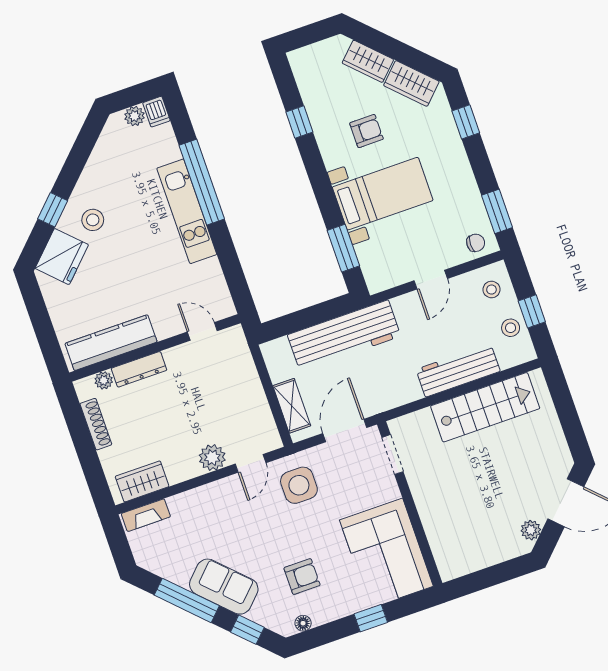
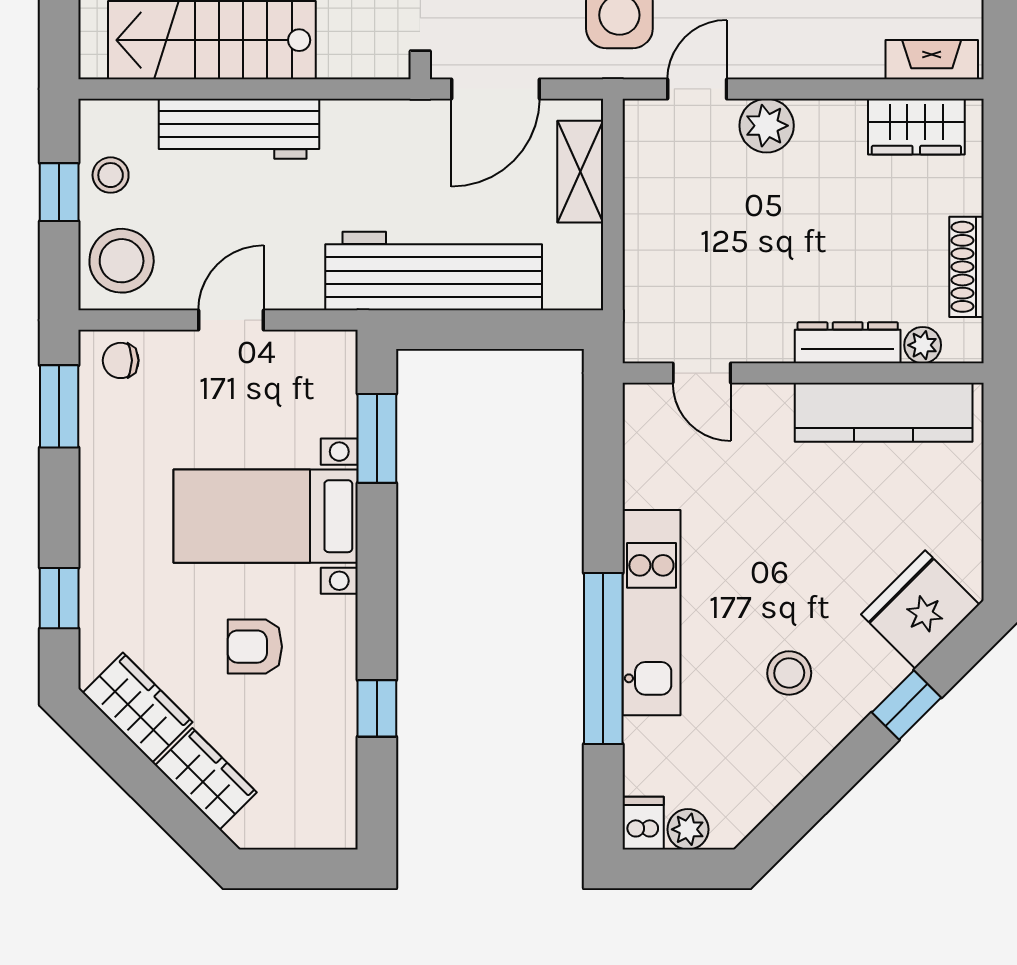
stool: (93, 220) -> (789, 673), moved
stool: (491, 290) -> (122, 261), width x1.89, depth x1.89

